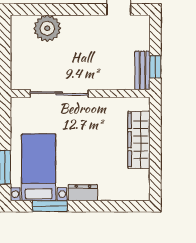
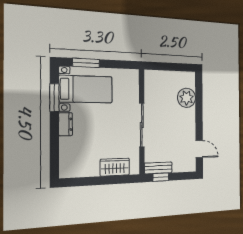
sliding door: (59, 93) -> (142, 125), moved
wardrobe: (139, 140) -> (115, 167), width x0.67

